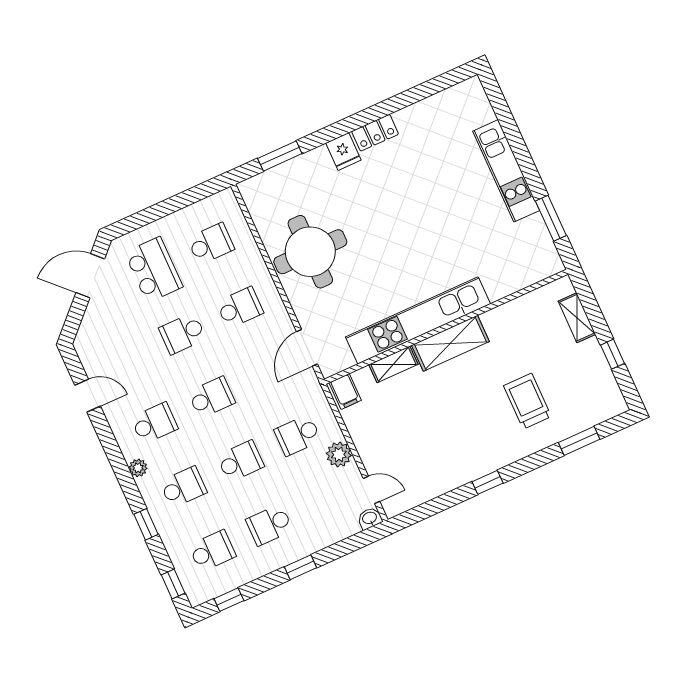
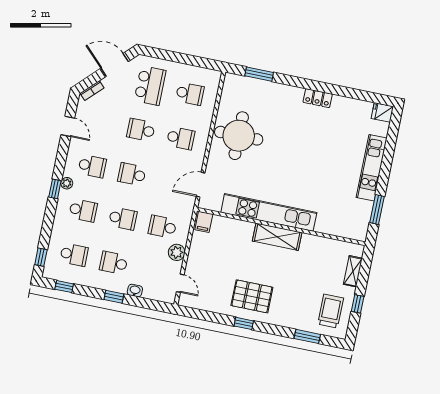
fridge: (343, 152) -> (382, 112), moved, turned 90
bookcase: (85, 329) -> (92, 91), added
shelving: (393, 364) -> (239, 226), removed
school desk: (211, 397) -> (132, 174), turned 180
trolley: (527, 401) -> (331, 311), moved
pallet: (473, 441) -> (252, 296), added
washbasin: (370, 518) -> (135, 291), moved
window: (146, 524) -> (55, 189), moved

